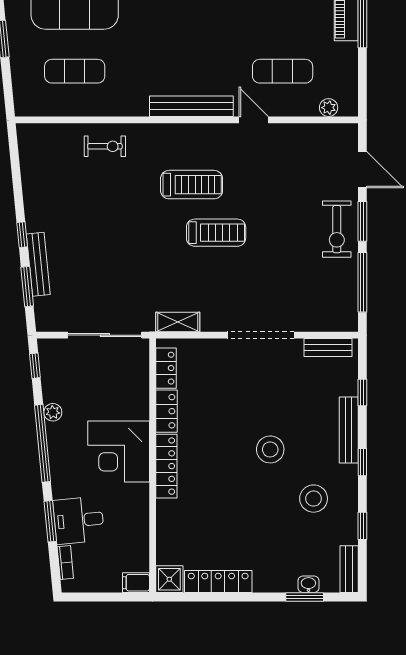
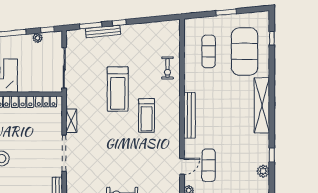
door: (254, 120) -> (182, 166), moved
treadmill: (216, 233) -> (118, 89), moved, width x1.37, depth x1.38
shelving: (178, 322) -> (71, 121), moved
plant: (53, 412) -> (38, 38), moved

